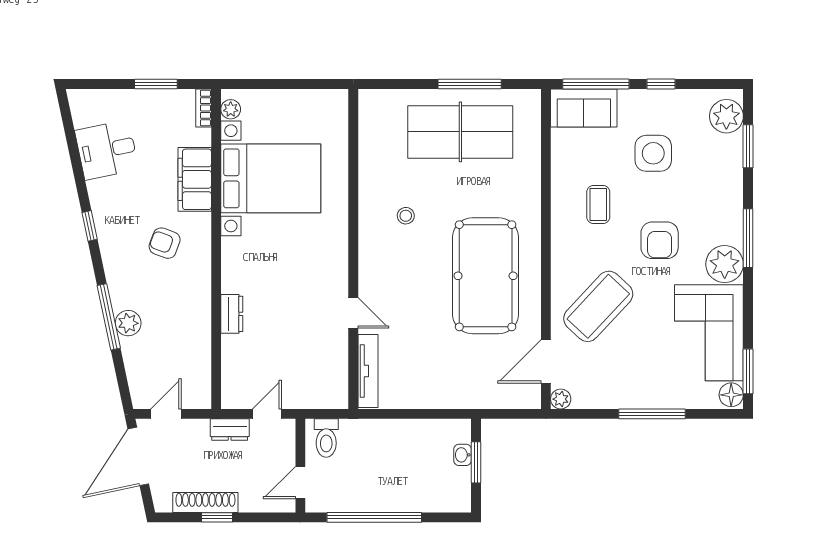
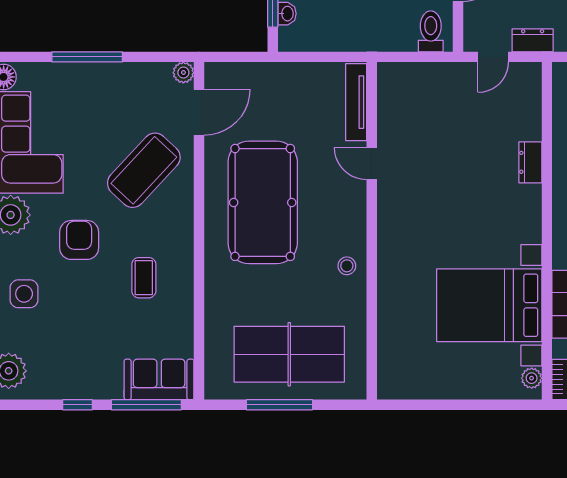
side table: (653, 153) -> (24, 294), moved, width x0.73, depth x0.73
wall: (353, 249) -> (372, 231), moved
door: (353, 313) -> (372, 163), moved
tv unit: (368, 371) -> (356, 102), moved

